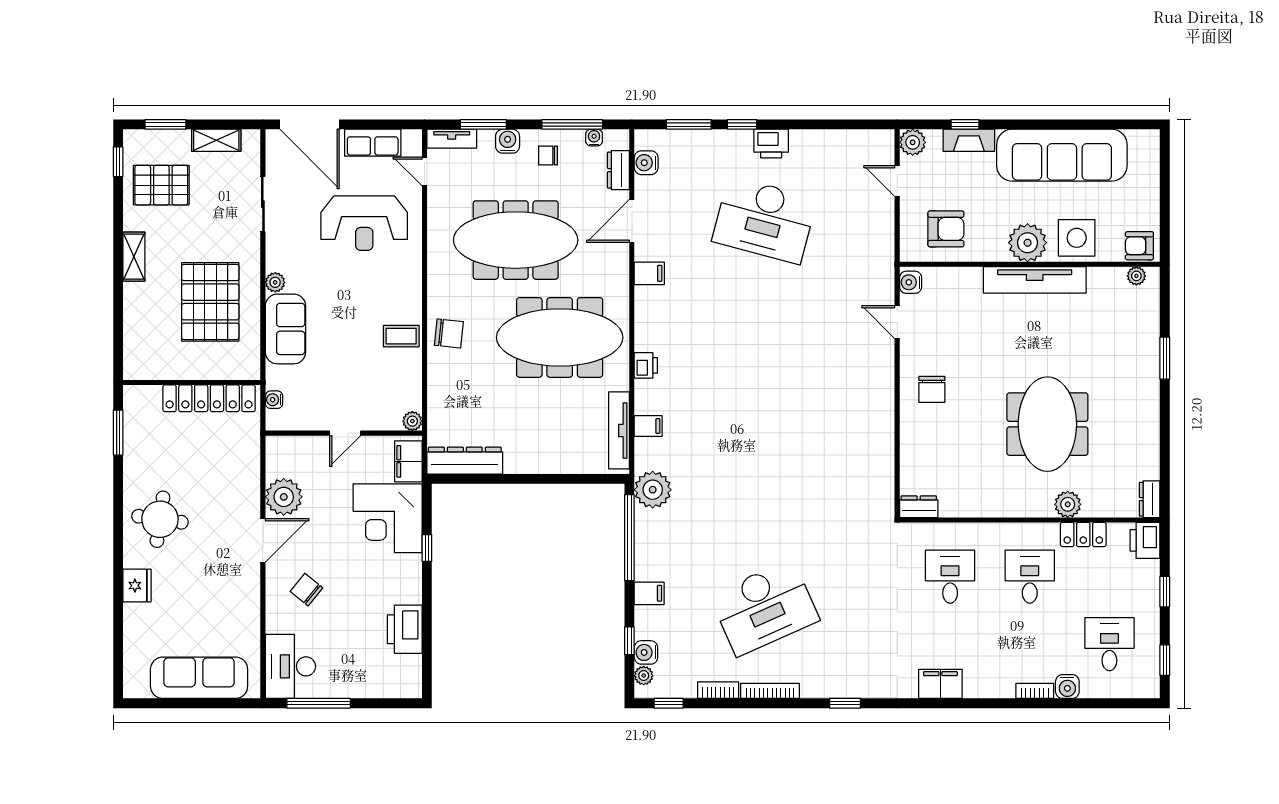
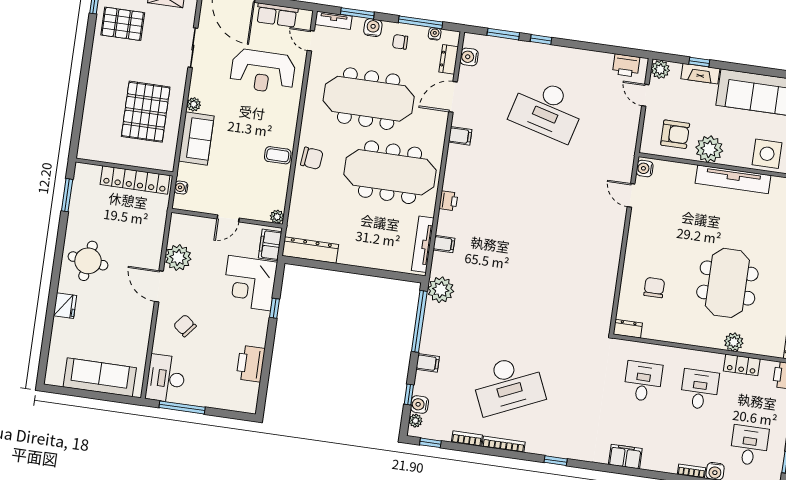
printer: (771, 144) -> (626, 65), moved
plant: (1028, 243) -> (709, 149), moved
shelving: (134, 257) -> (96, 72), removed
chair: (932, 389) -> (654, 288), moved, turned 180
door: (263, 540) -> (159, 286), swing flipped

